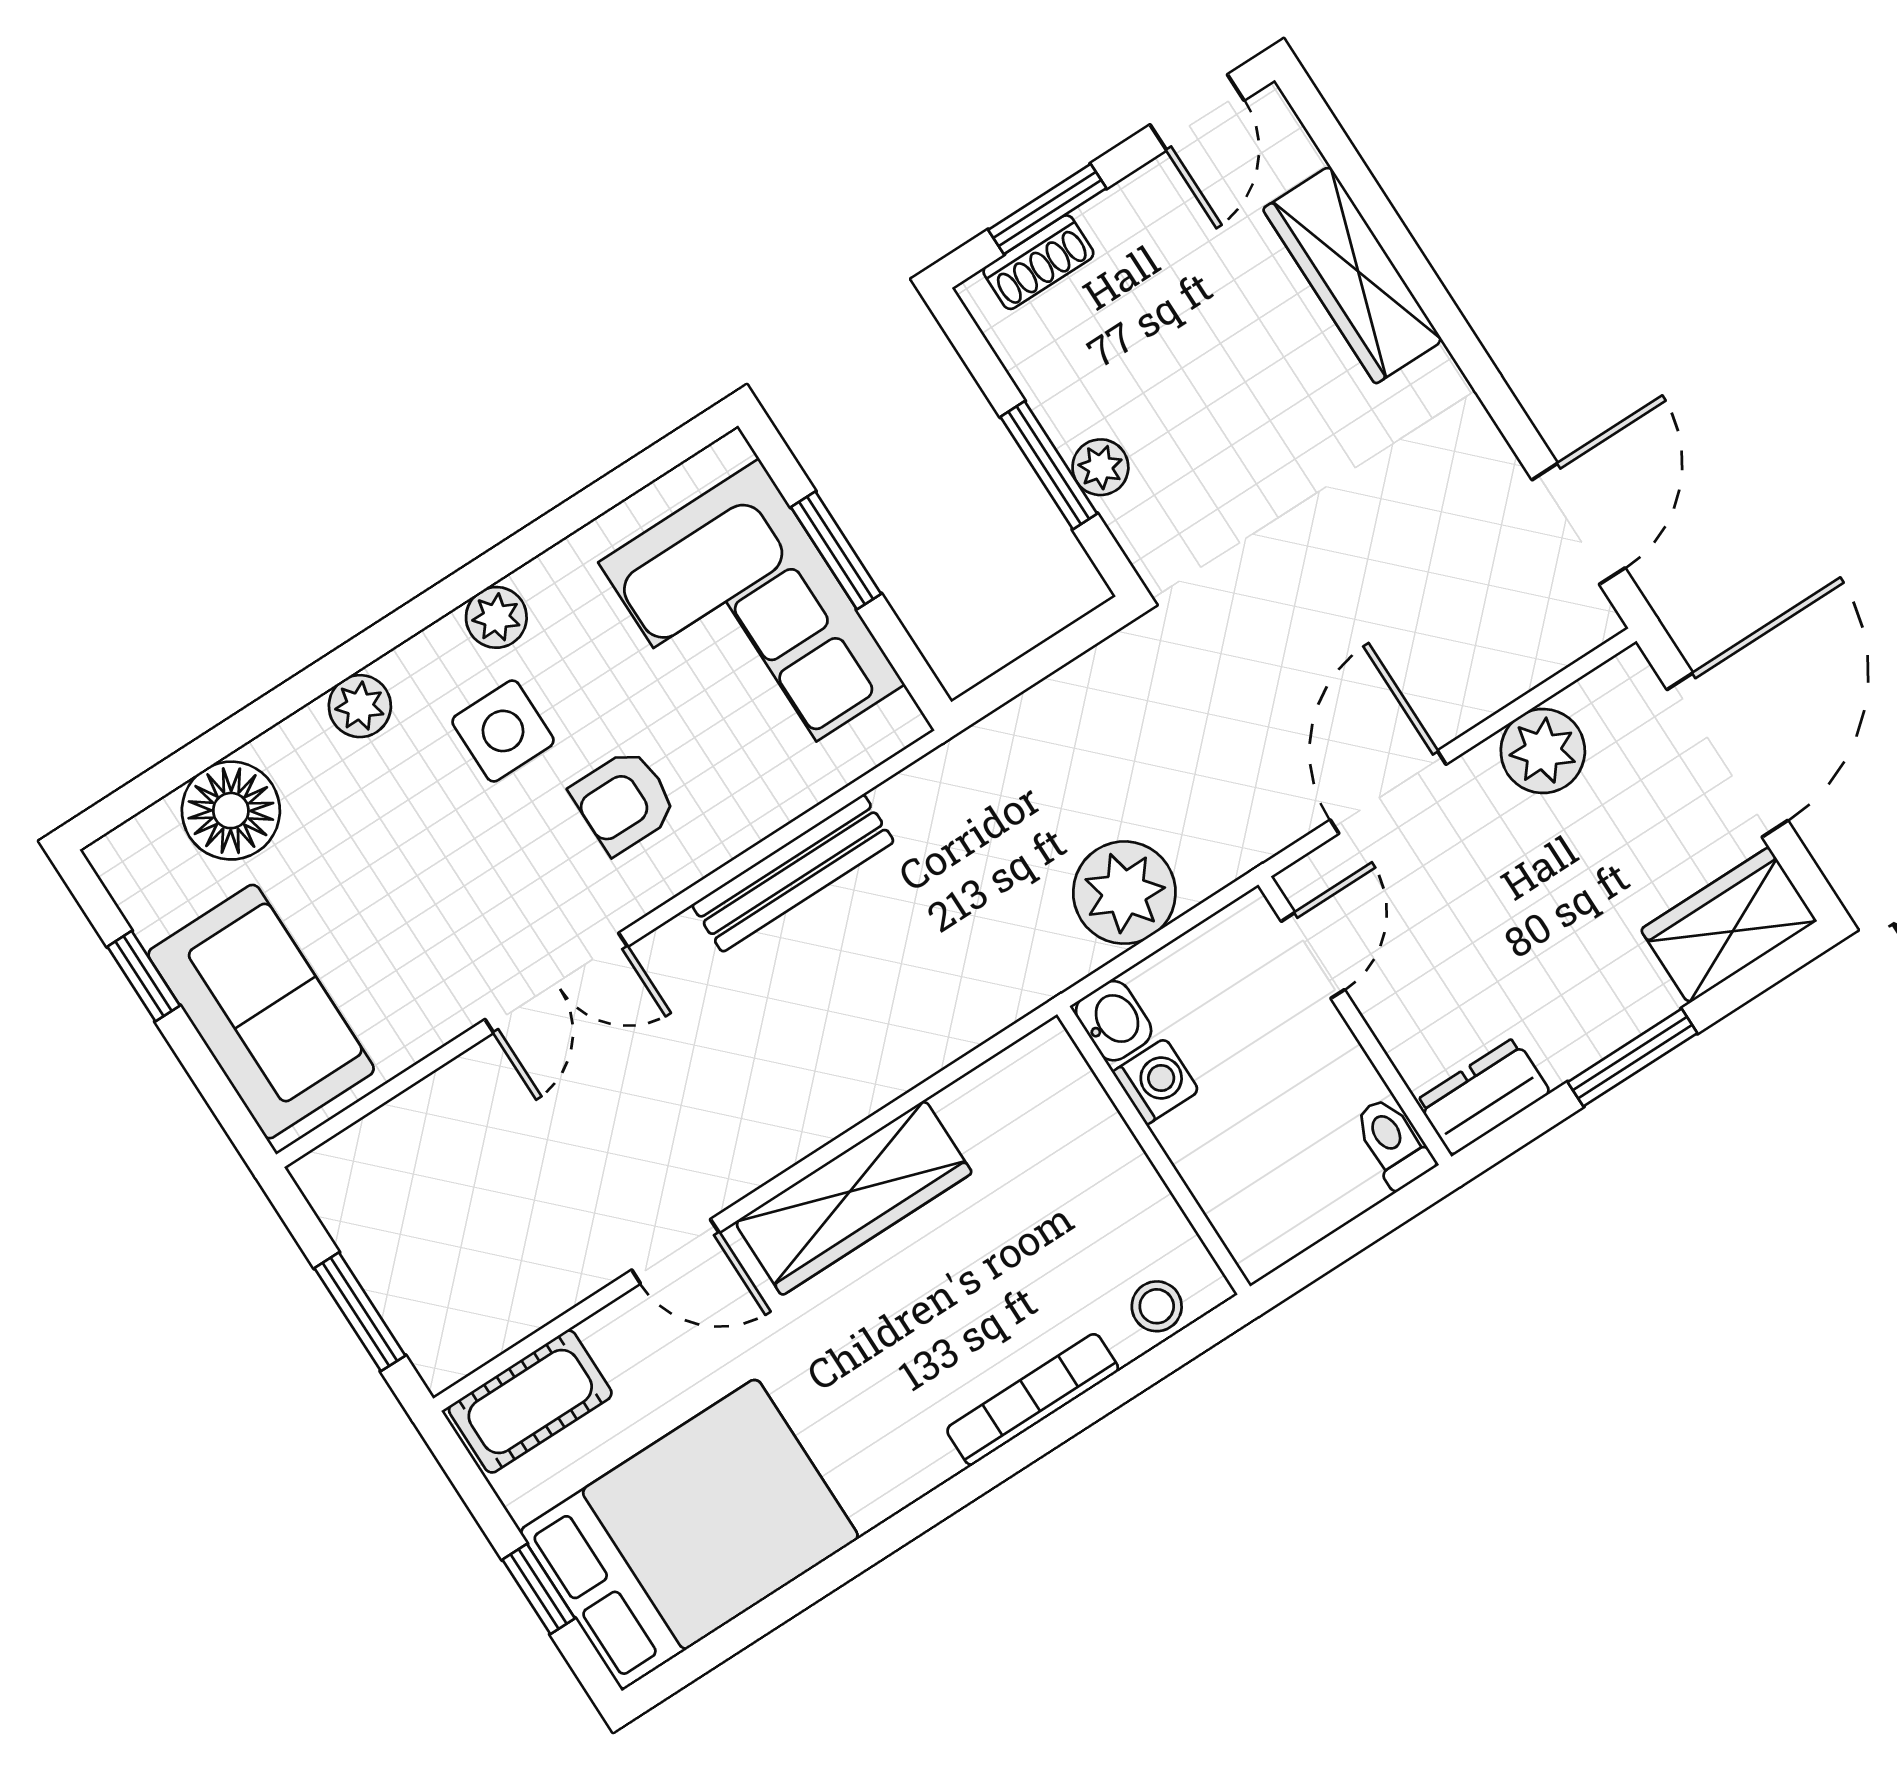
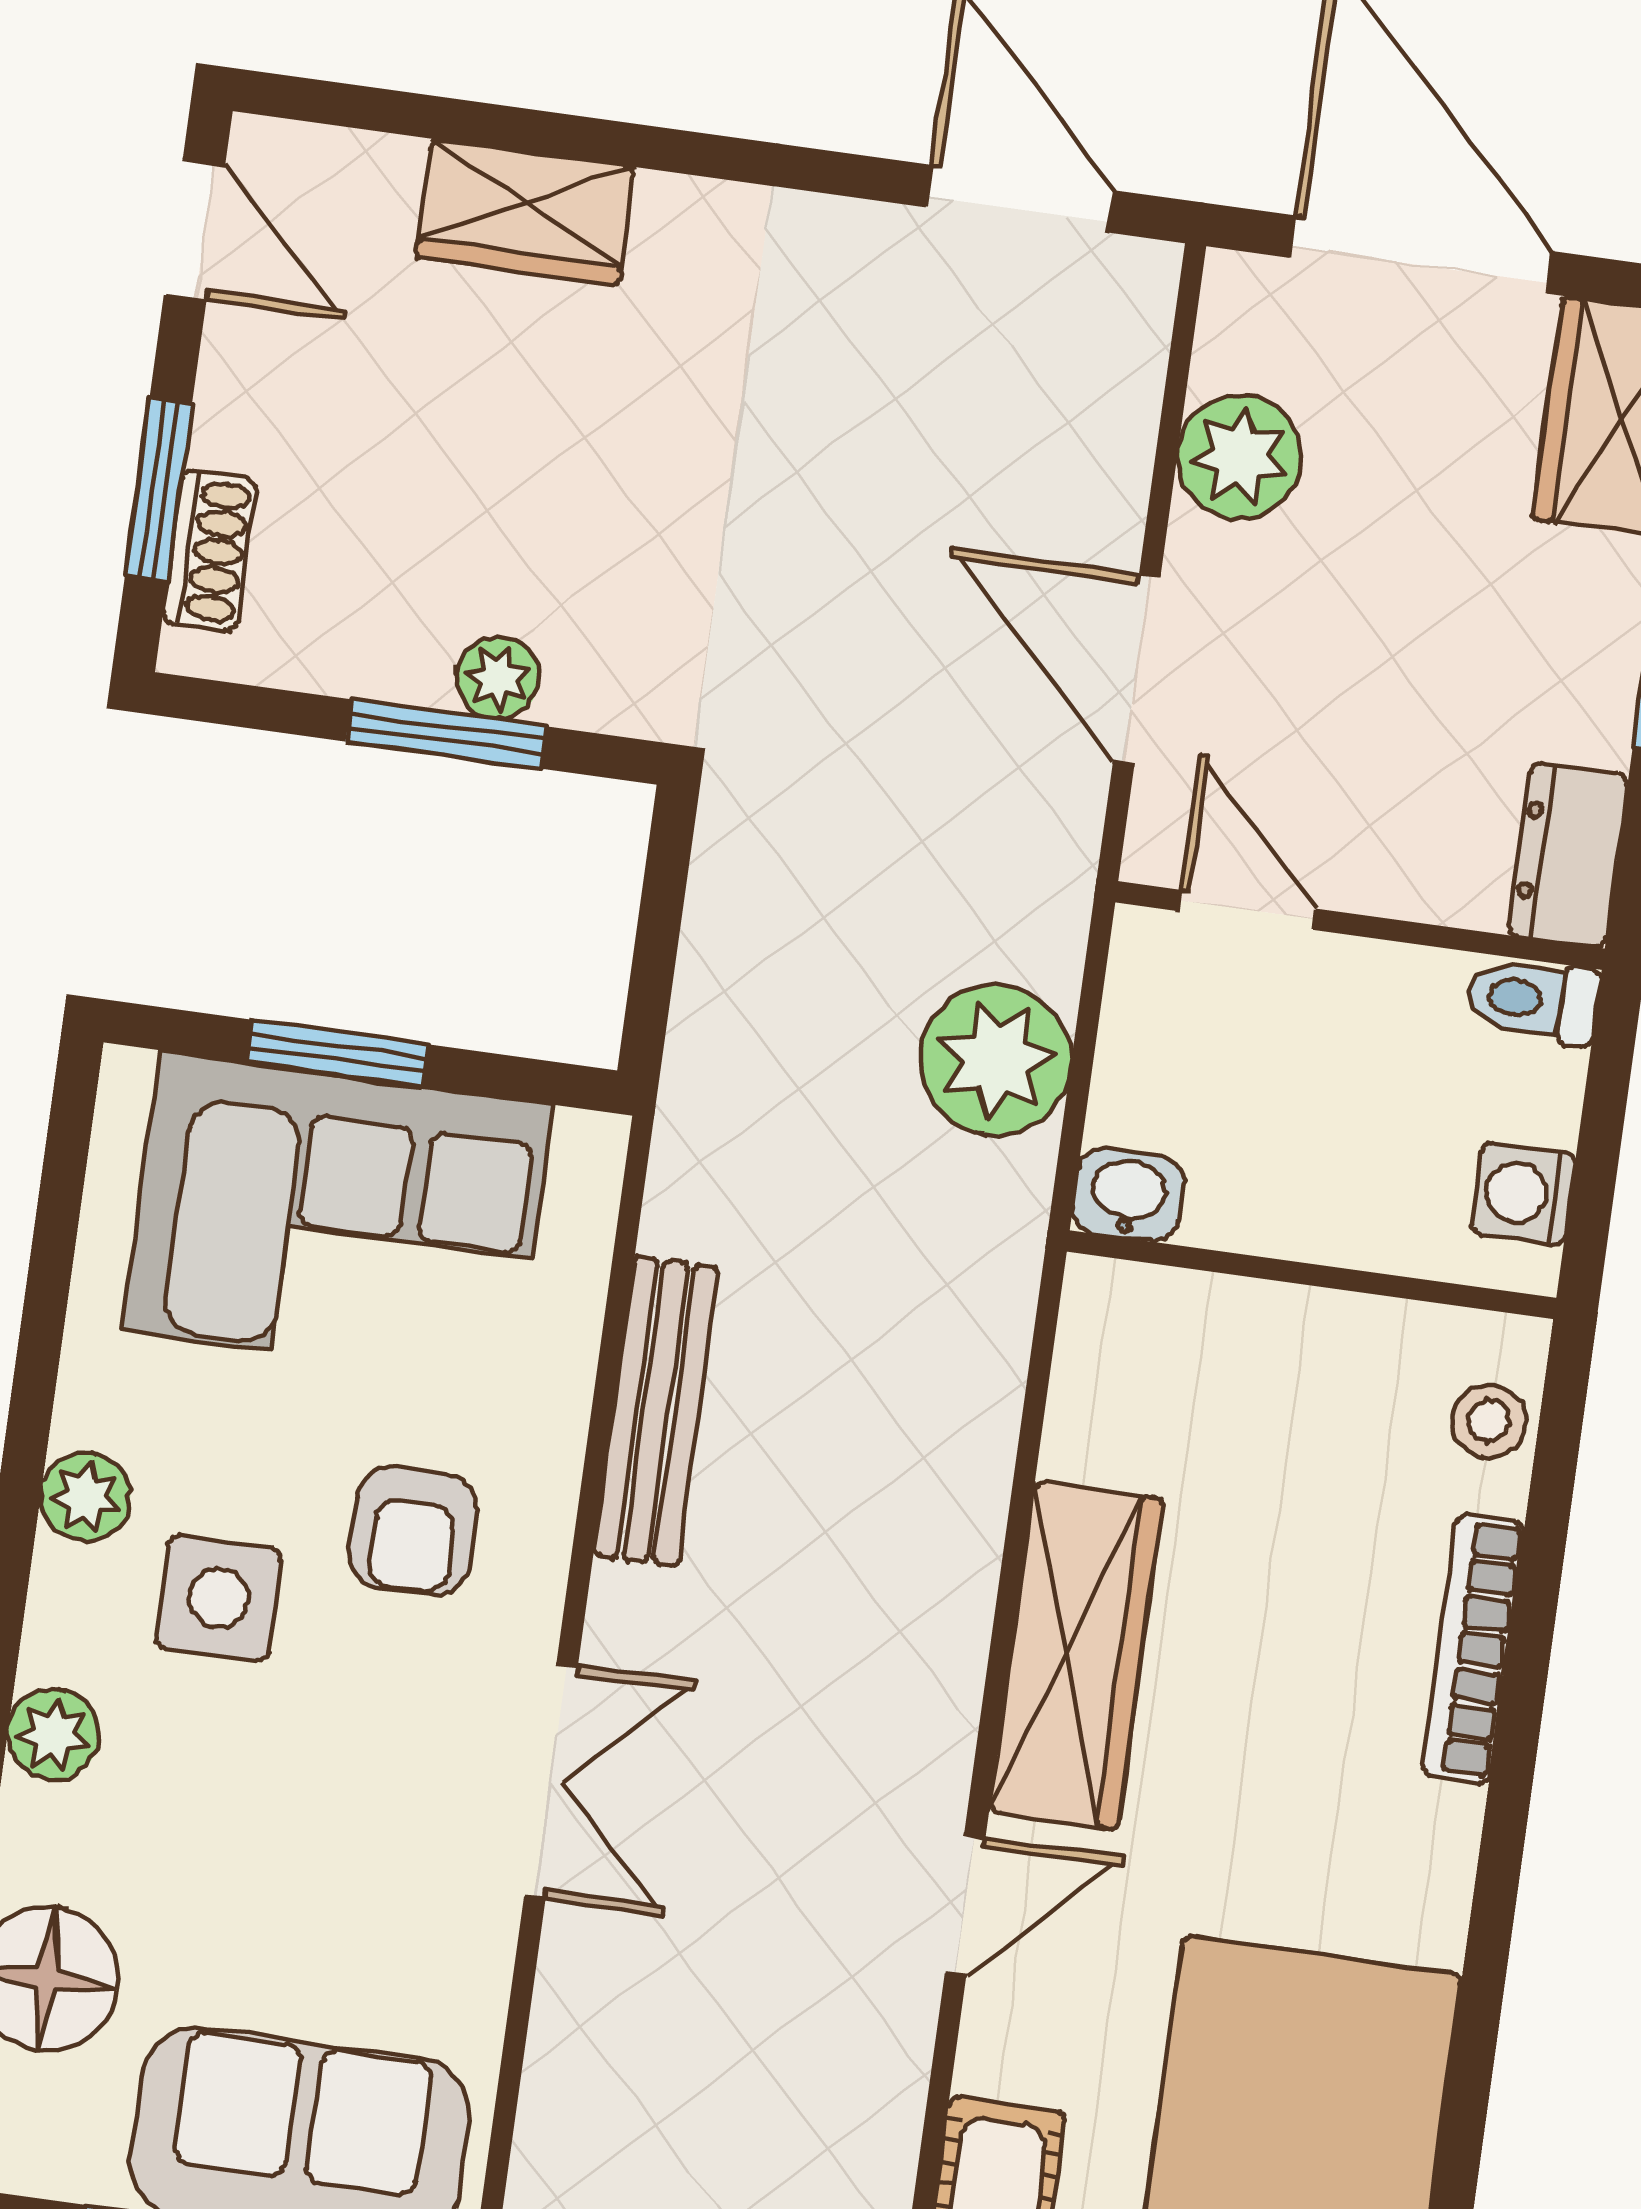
wardrobe: (1353, 275) -> (525, 212), width x0.67
washing machine: (1156, 1081) -> (1523, 1193), moved, turned -90

